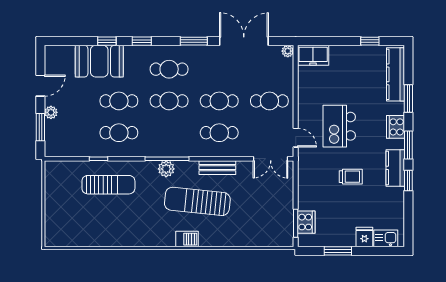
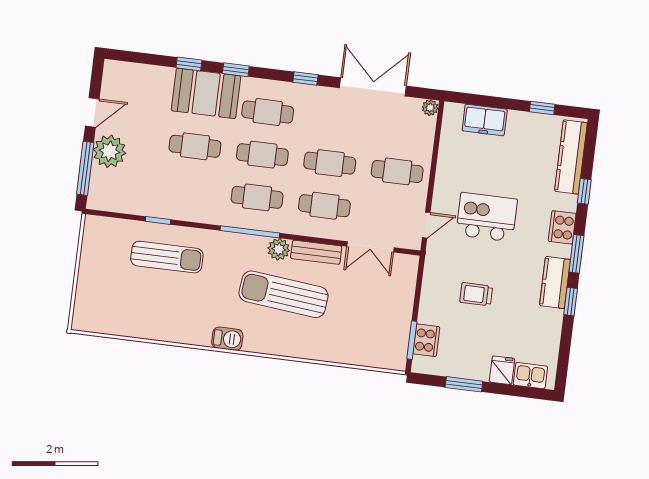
window: (194, 41) -> (305, 78), width x0.67
freezer: (313, 55) -> (485, 120), moved
booth: (99, 61) -> (206, 93), moved
window: (408, 98) -> (584, 191), width x0.67
plant: (51, 112) -> (109, 151), width x1.88, depth x1.88
kitchen island: (339, 126) -> (487, 217), turned 90
window: (40, 127) -> (85, 168), width x1.44
cafe table: (119, 133) -> (257, 197), moved
door: (296, 138) -> (426, 225), hinge flipped
double door: (271, 159) -> (370, 247), moved
plant: (166, 169) -> (279, 249), moved
trolley: (351, 177) -> (476, 294), moved, turned 180
barbecue: (187, 239) -> (227, 339), moved

